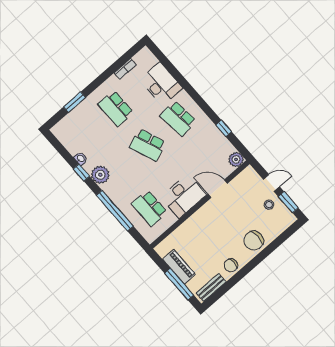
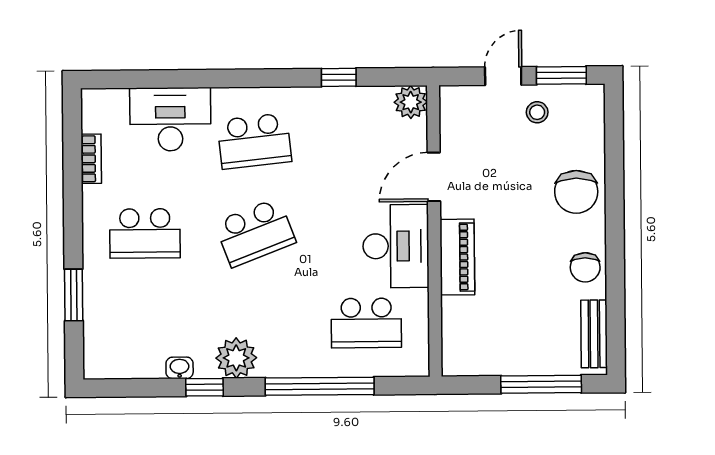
piano: (179, 267) -> (457, 257), moved, turned 90

